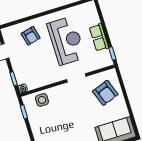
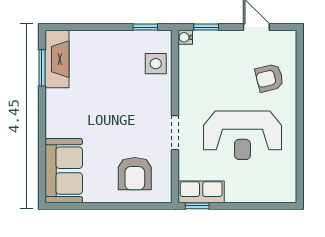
row of seats: (99, 37) -> (201, 192), moved
armchair: (105, 93) -> (135, 174), turned -70

